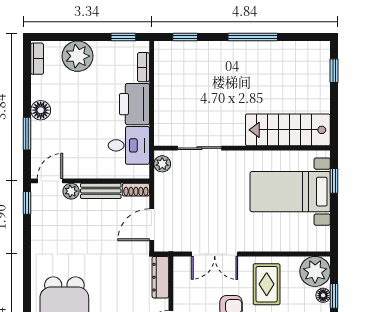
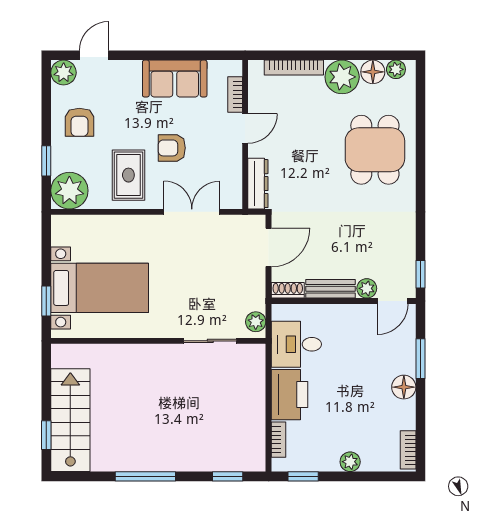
plant: (78, 56) -> (350, 462), width x0.53, depth x0.53
stairs: (288, 130) -> (70, 420), moved, turned -90
floor lamp: (323, 295) -> (60, 162), removed

